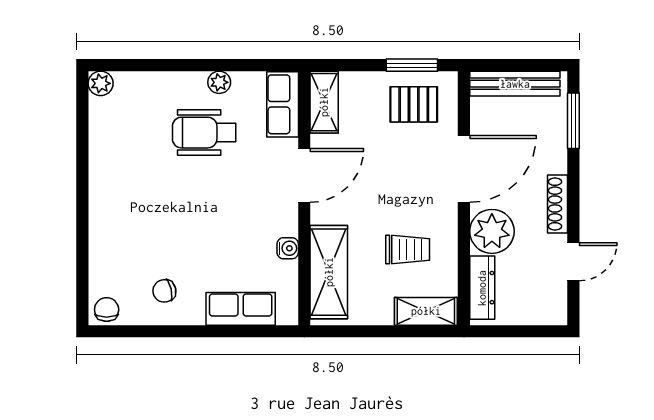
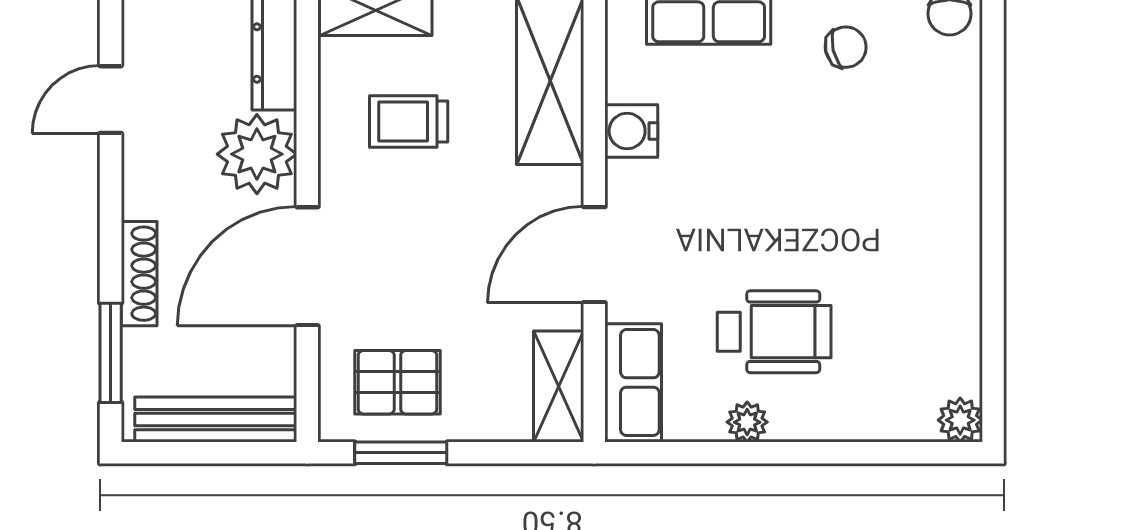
shoe rack: (558, 204) -> (139, 274), moved
water cooler: (288, 248) -> (631, 131), width x1.38, depth x1.38

